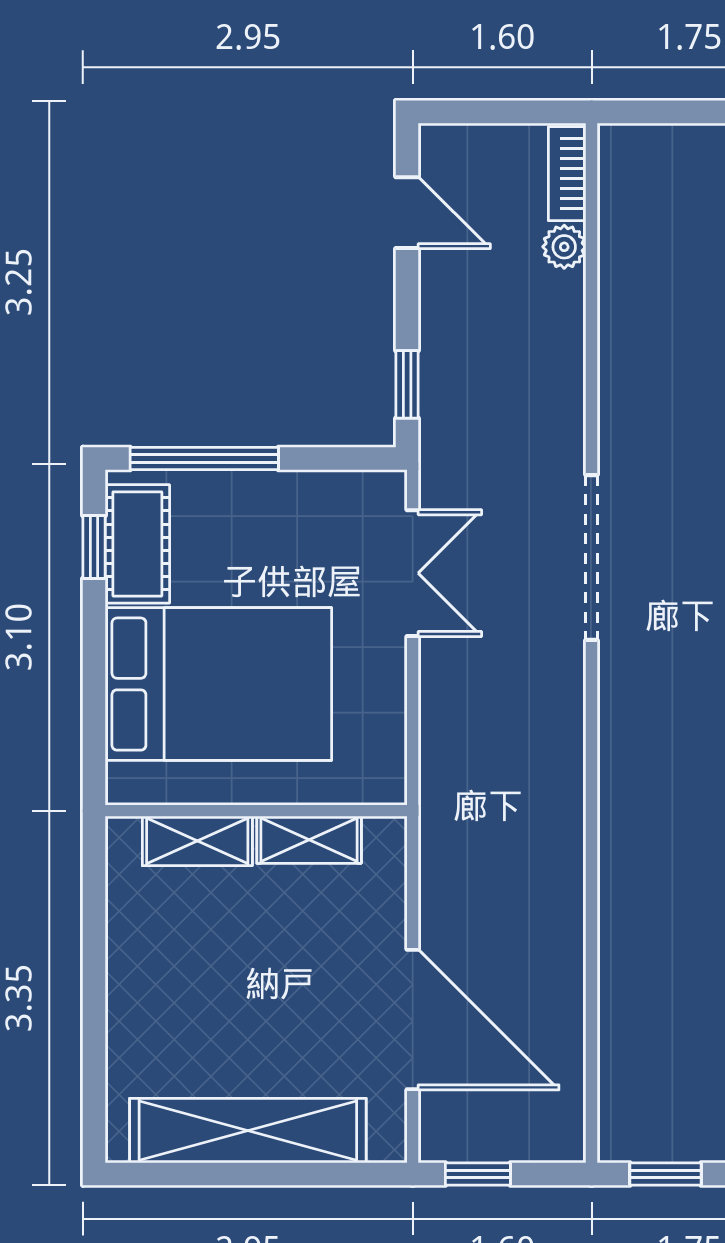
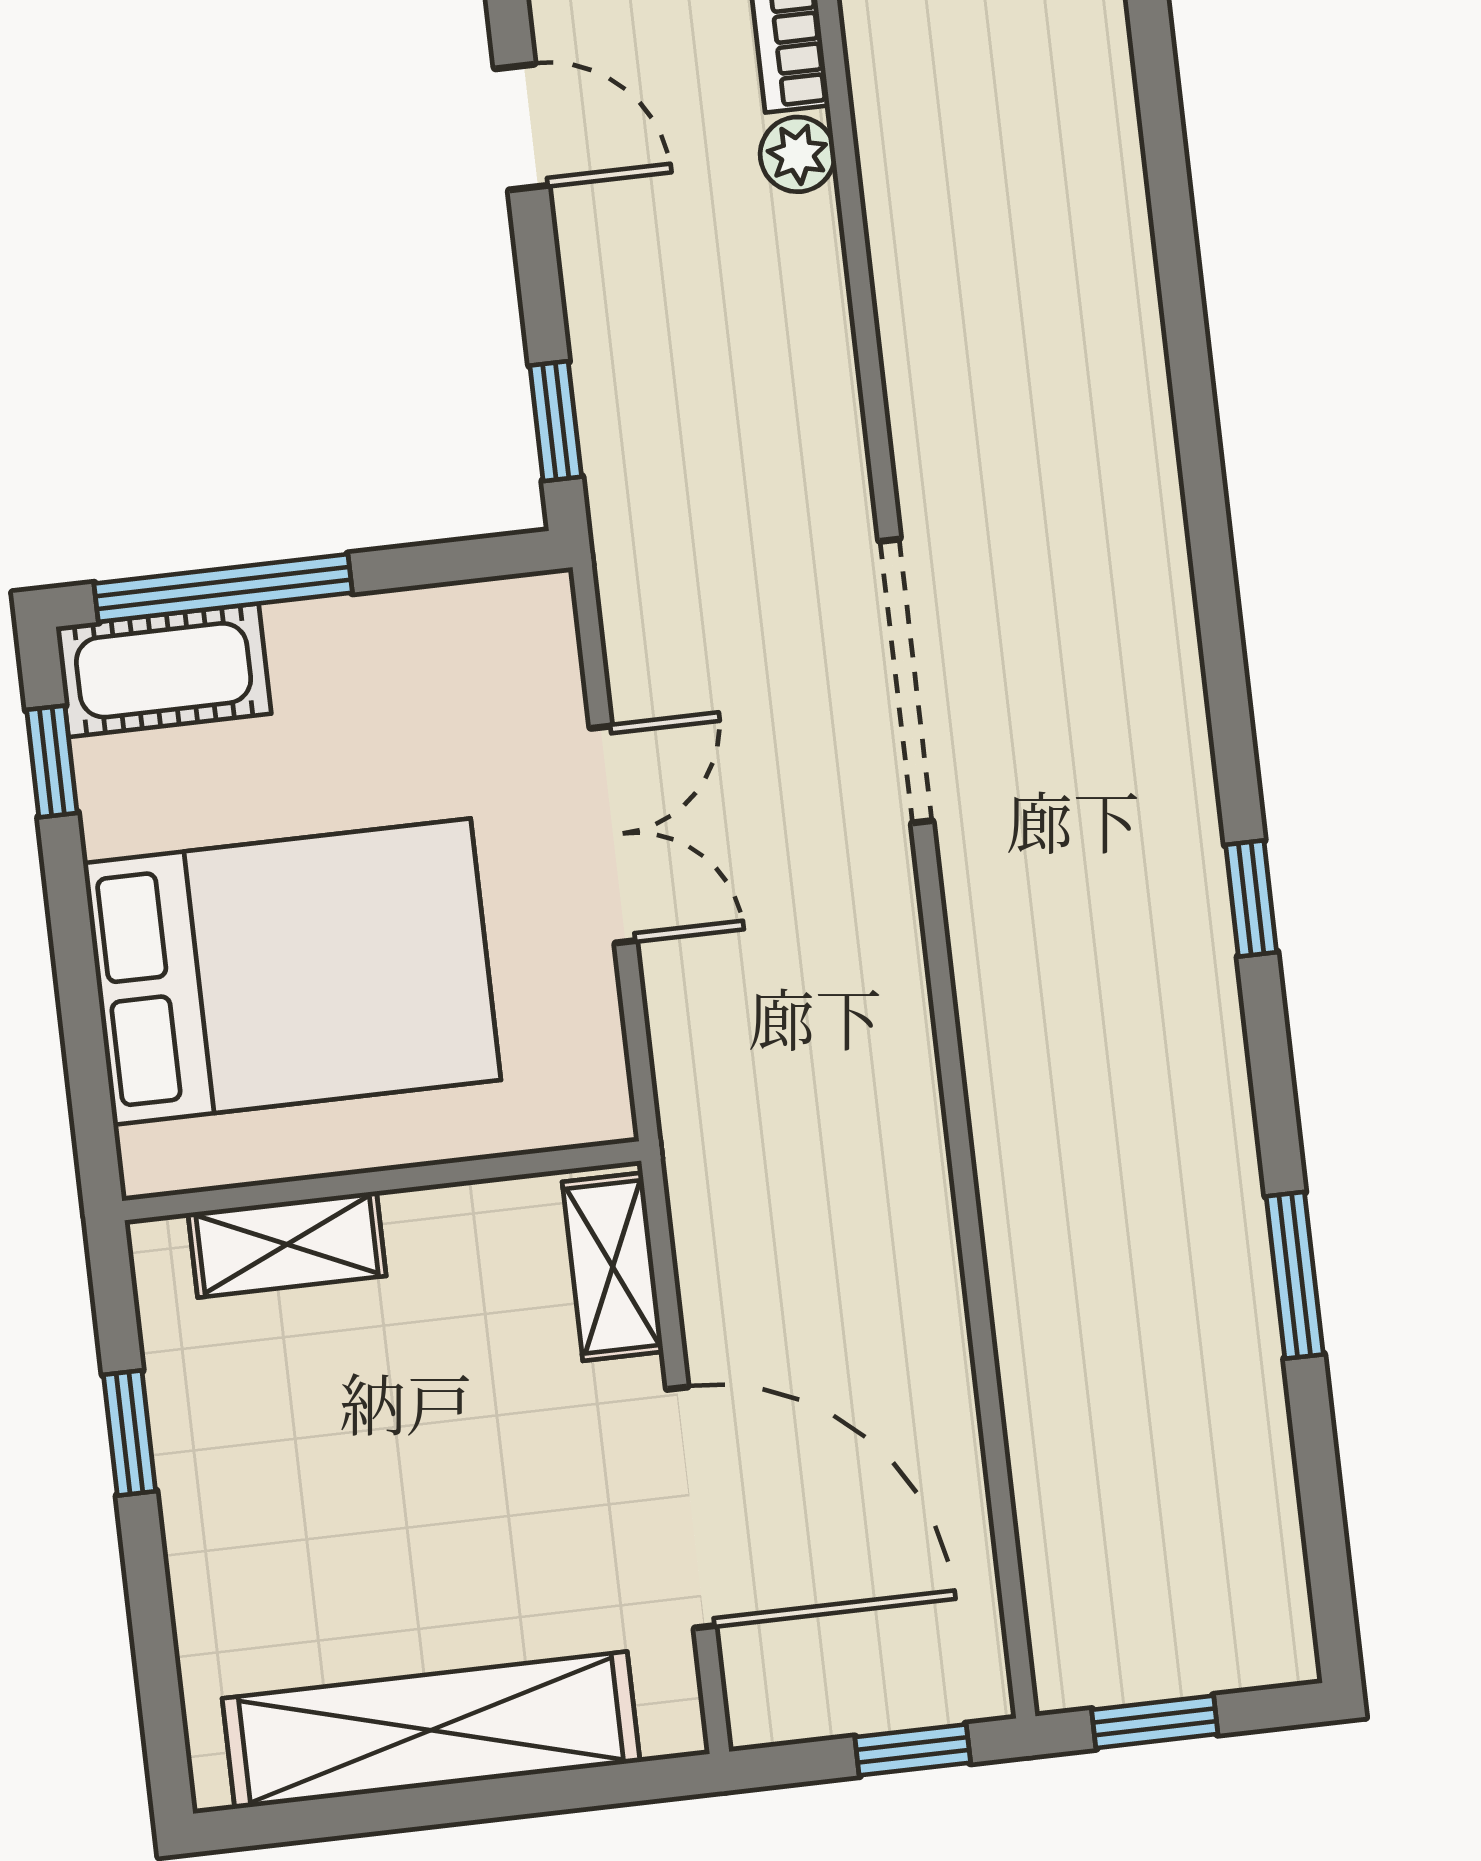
cot: (137, 544) -> (164, 670), moved, turned 90
double door: (413, 573) -> (613, 834), moved
shelving: (309, 840) -> (613, 1267), moved, turned 90
window: (94, 939) -> (130, 1433), added
window: (478, 1174) -> (913, 1750), moved

